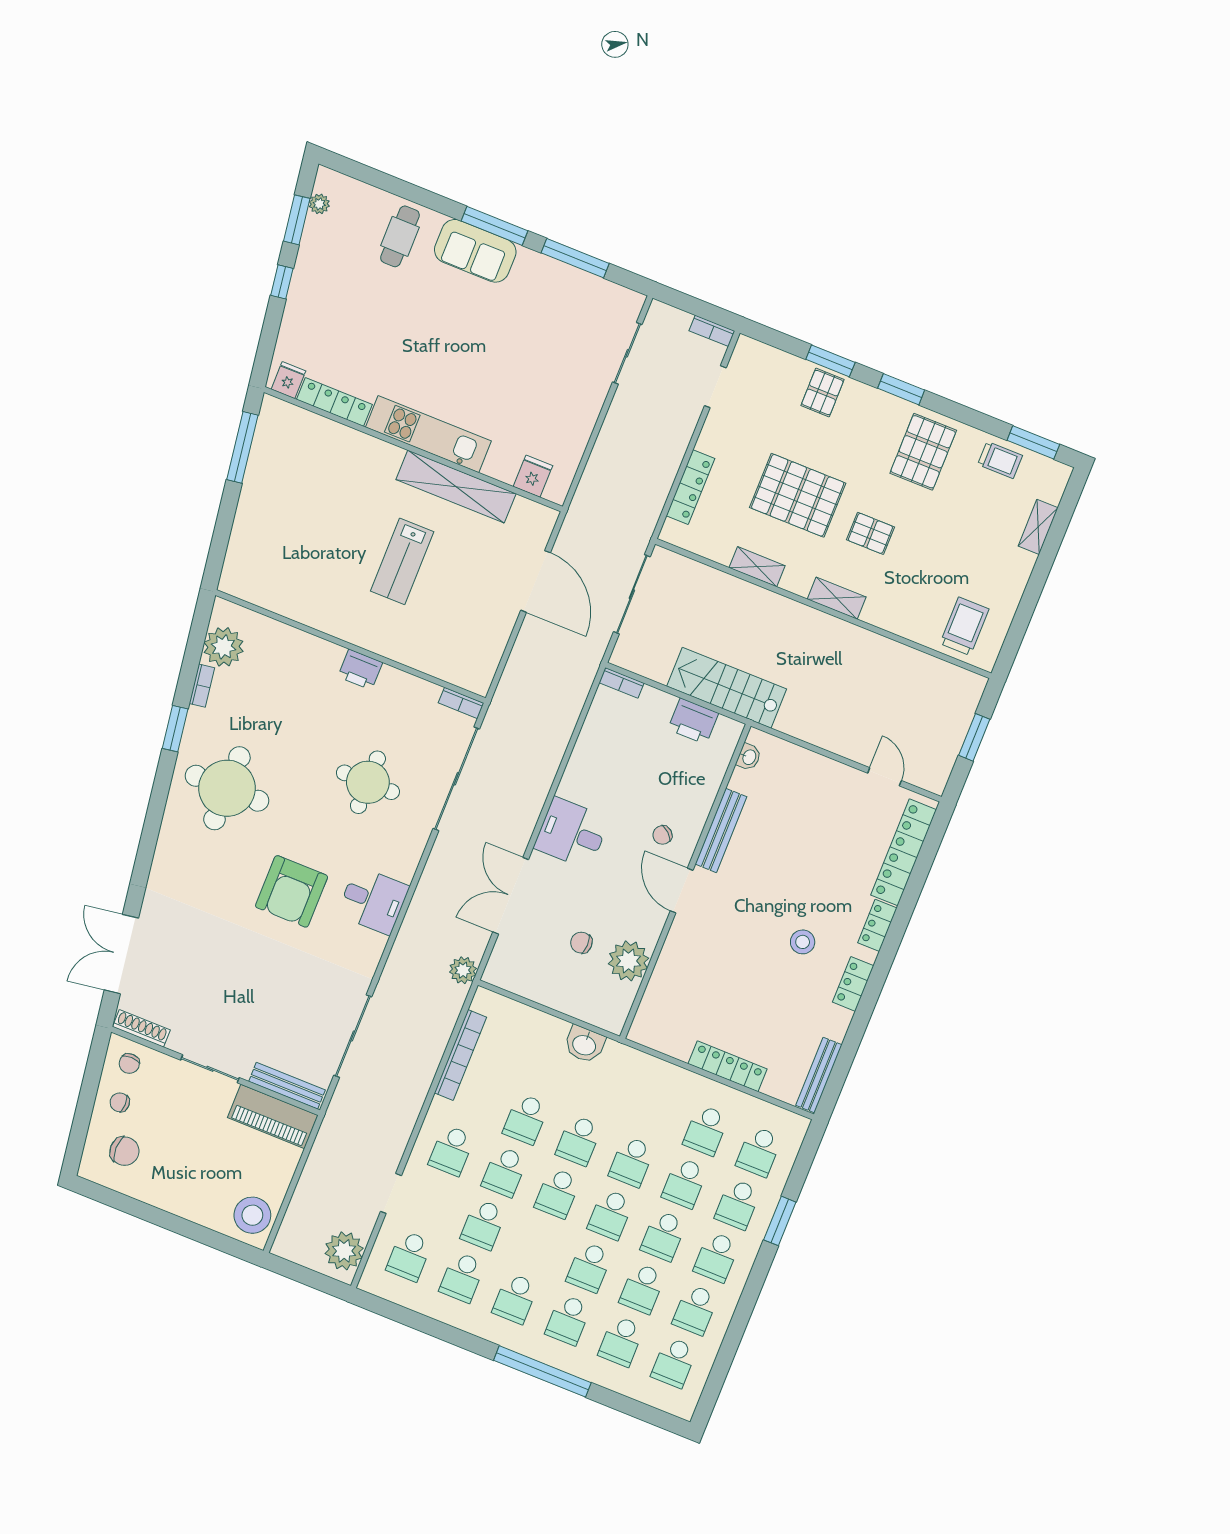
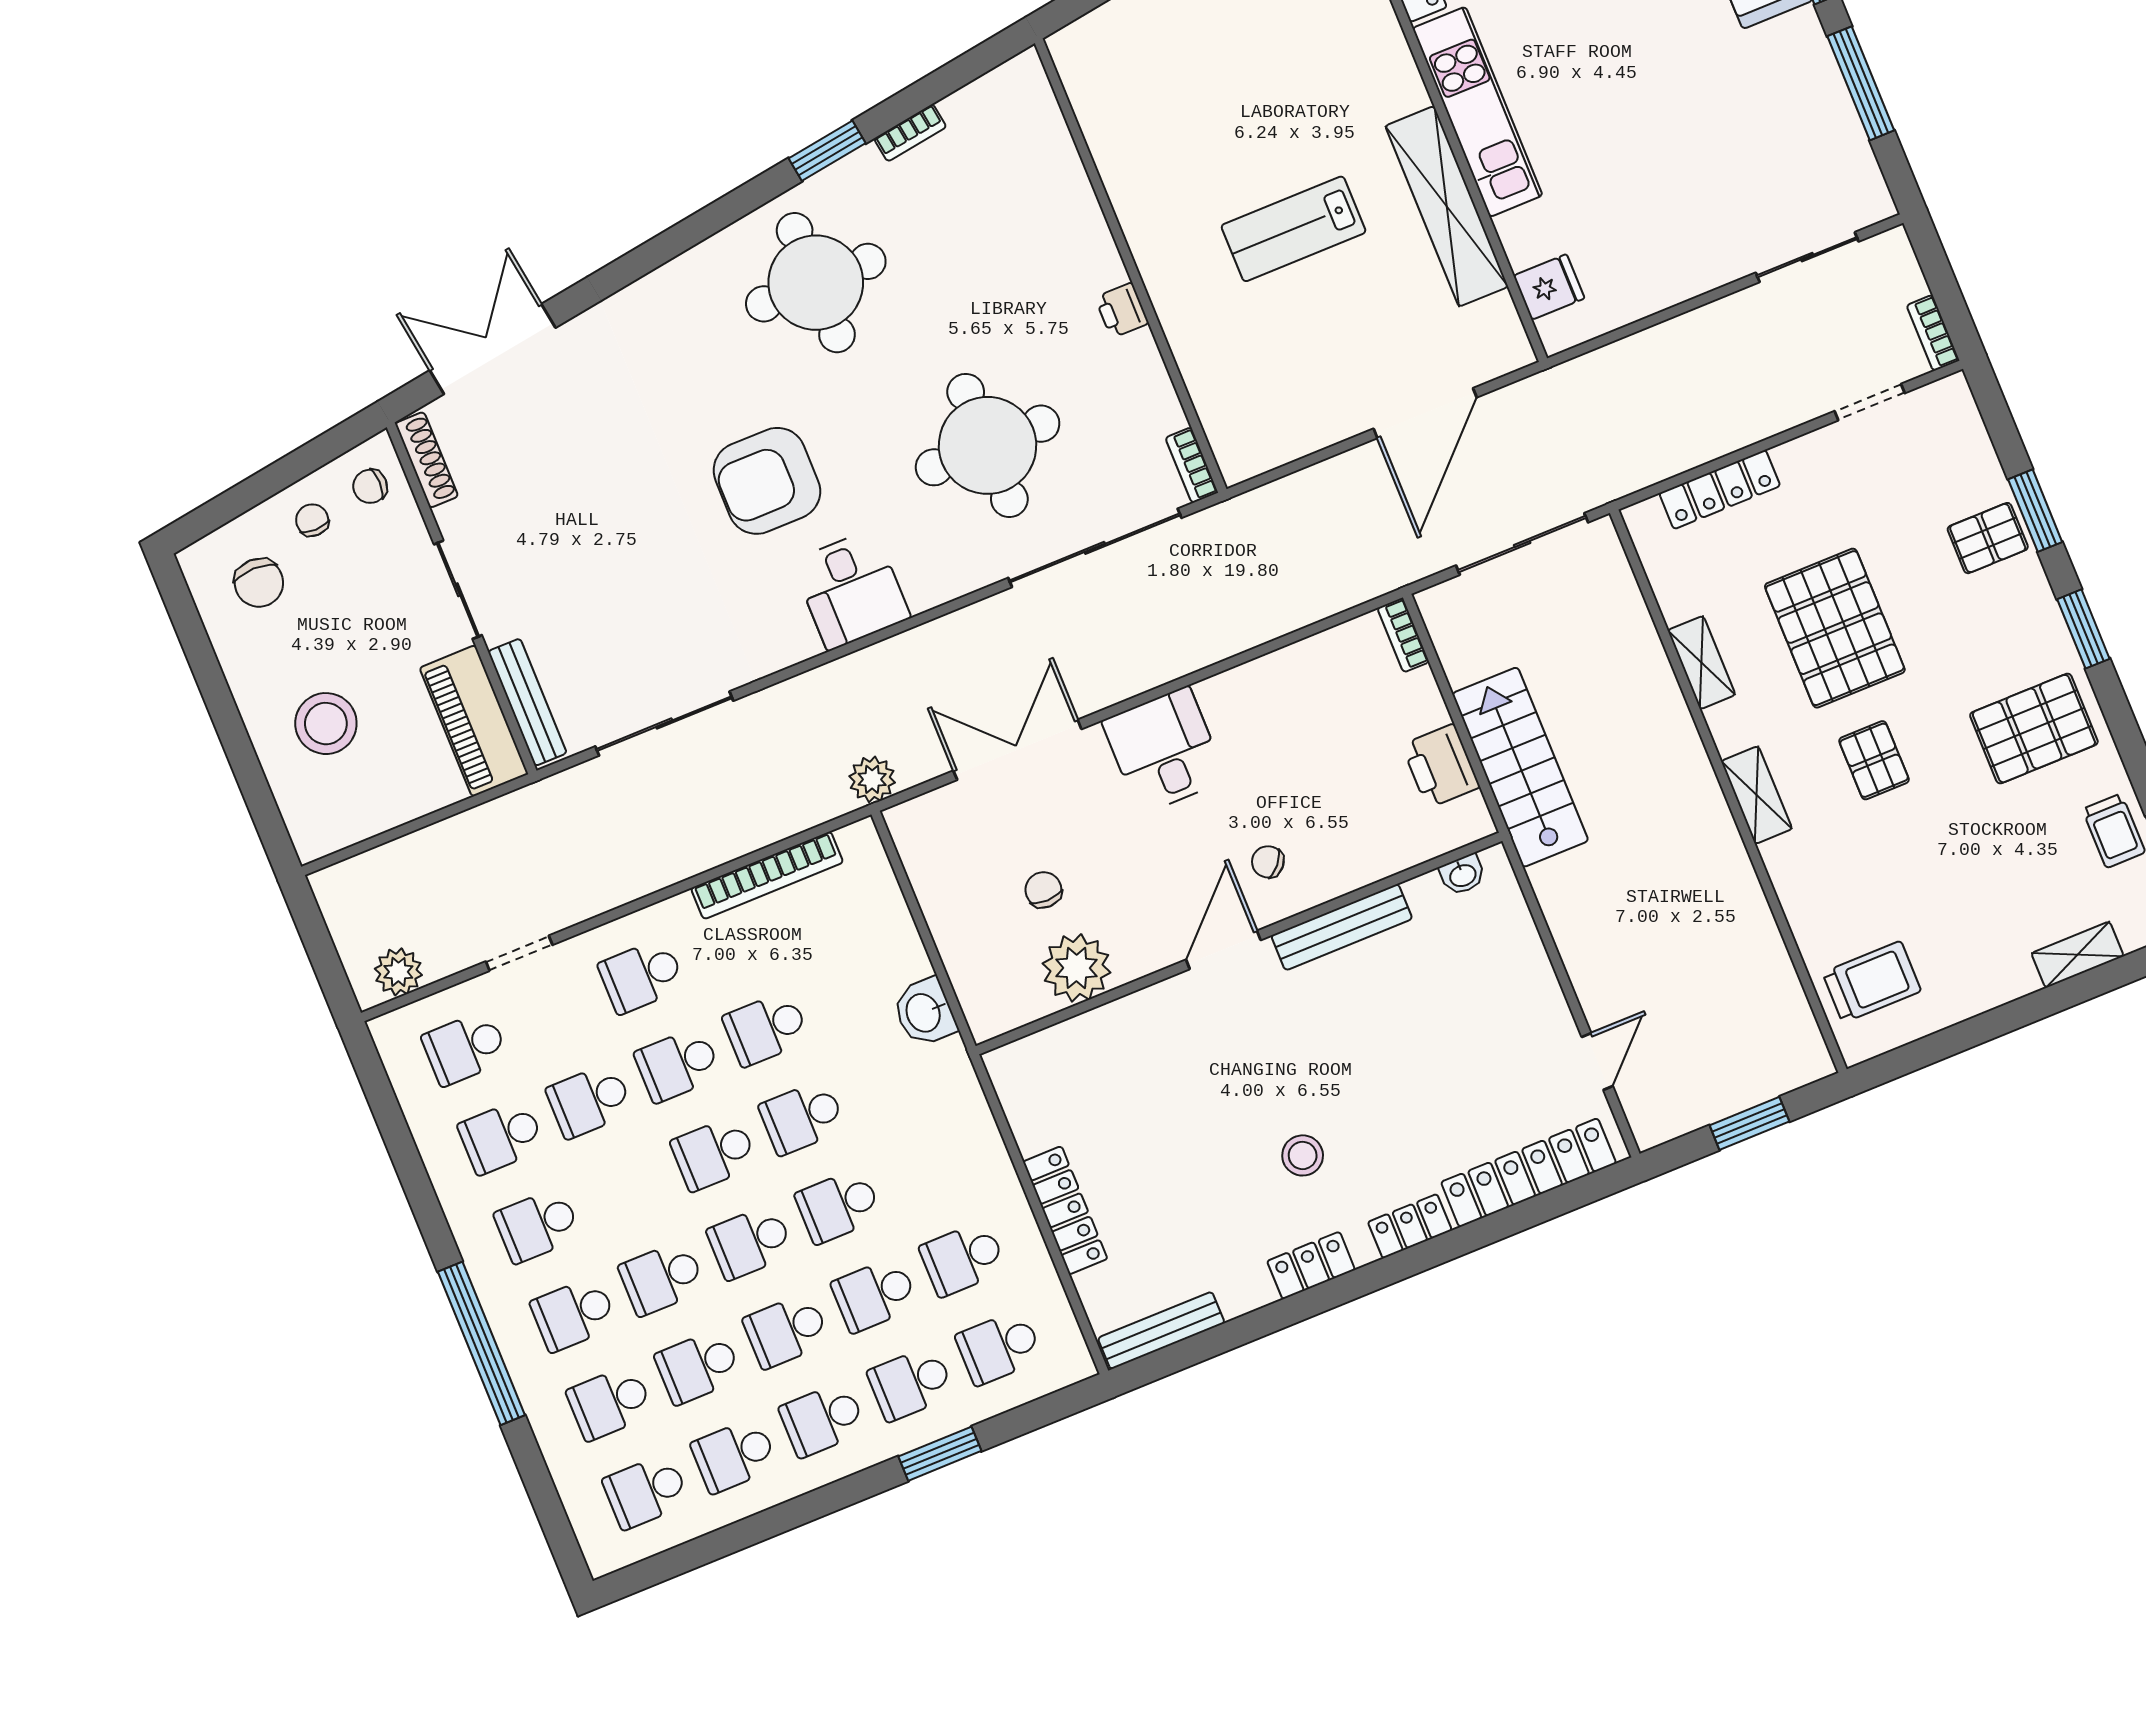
plant: (223, 647) -> (982, 113), removed
printer: (360, 670) -> (1122, 310), width x0.73, depth x0.81
round table: (368, 782) -> (988, 445), width x1.36, depth x1.36
stool: (252, 1215) -> (326, 724), moved
plant: (344, 1251) -> (398, 972), width x0.73, depth x0.73

